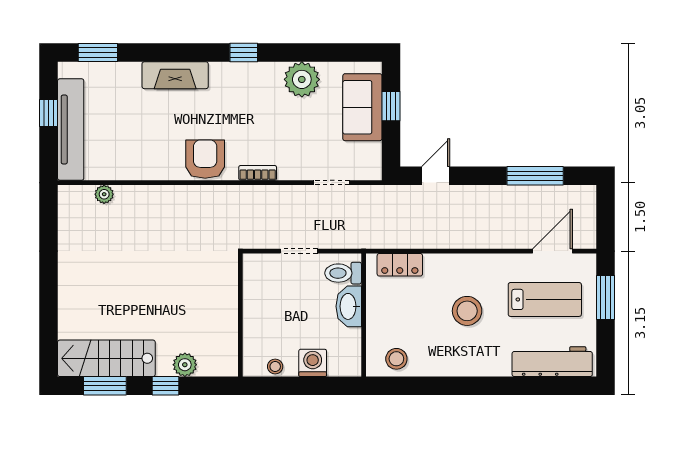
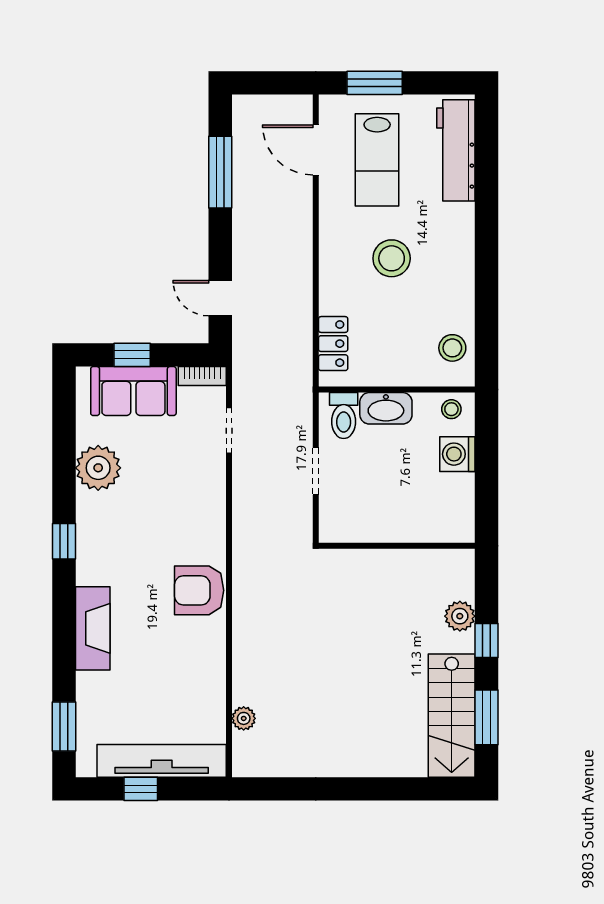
bookcase: (258, 173) -> (202, 376), moved, turned -90
lab bench: (545, 299) -> (377, 160), turned 180
stool: (275, 367) -> (451, 409), moved

